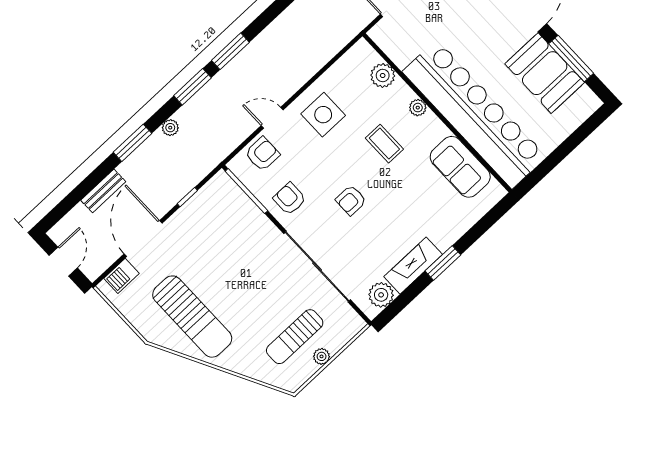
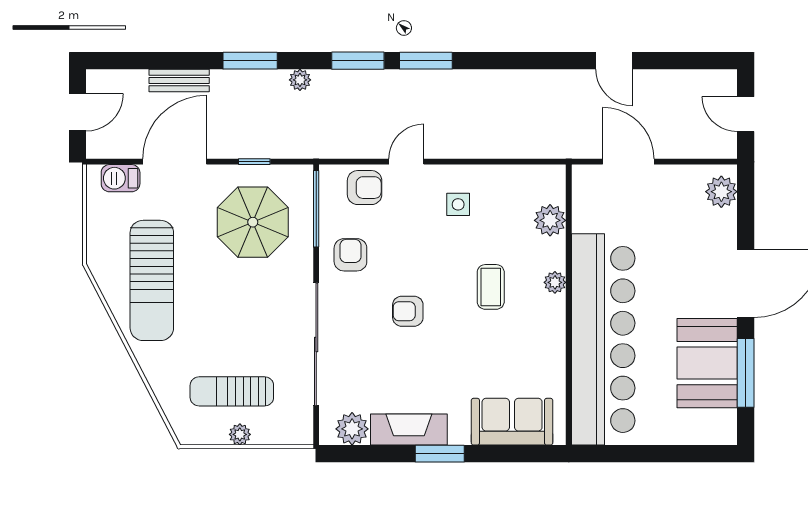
side table: (323, 115) -> (458, 204), width x0.54, depth x0.54
door: (272, 118) -> (406, 162), hinge flipped
sofa: (460, 167) -> (512, 422), moved, turned 90
parasol: (218, 231) -> (253, 222), added

